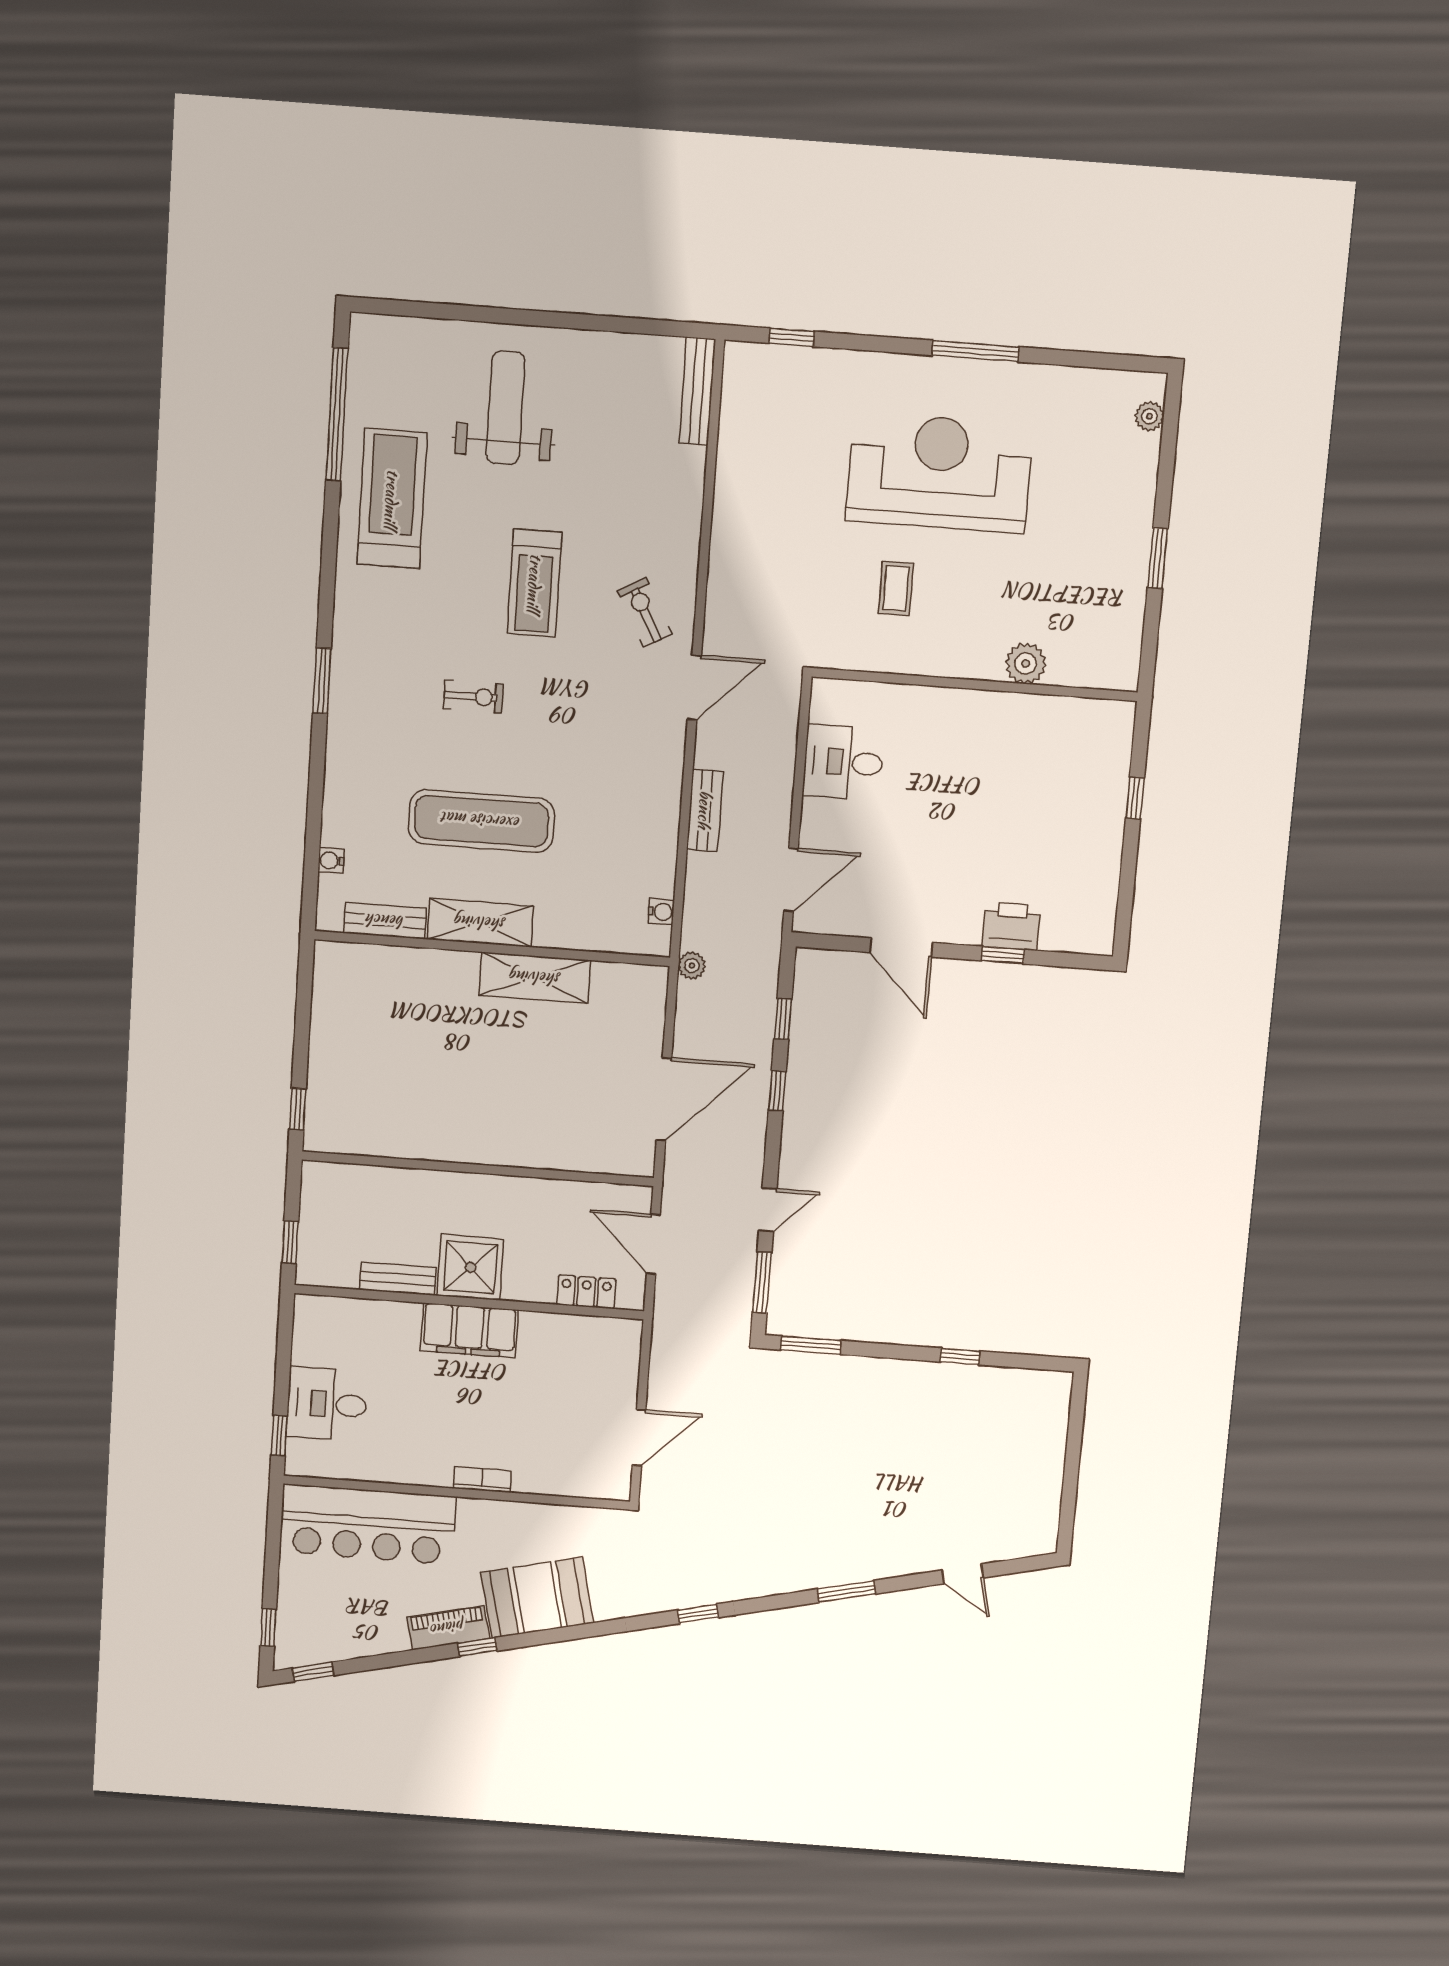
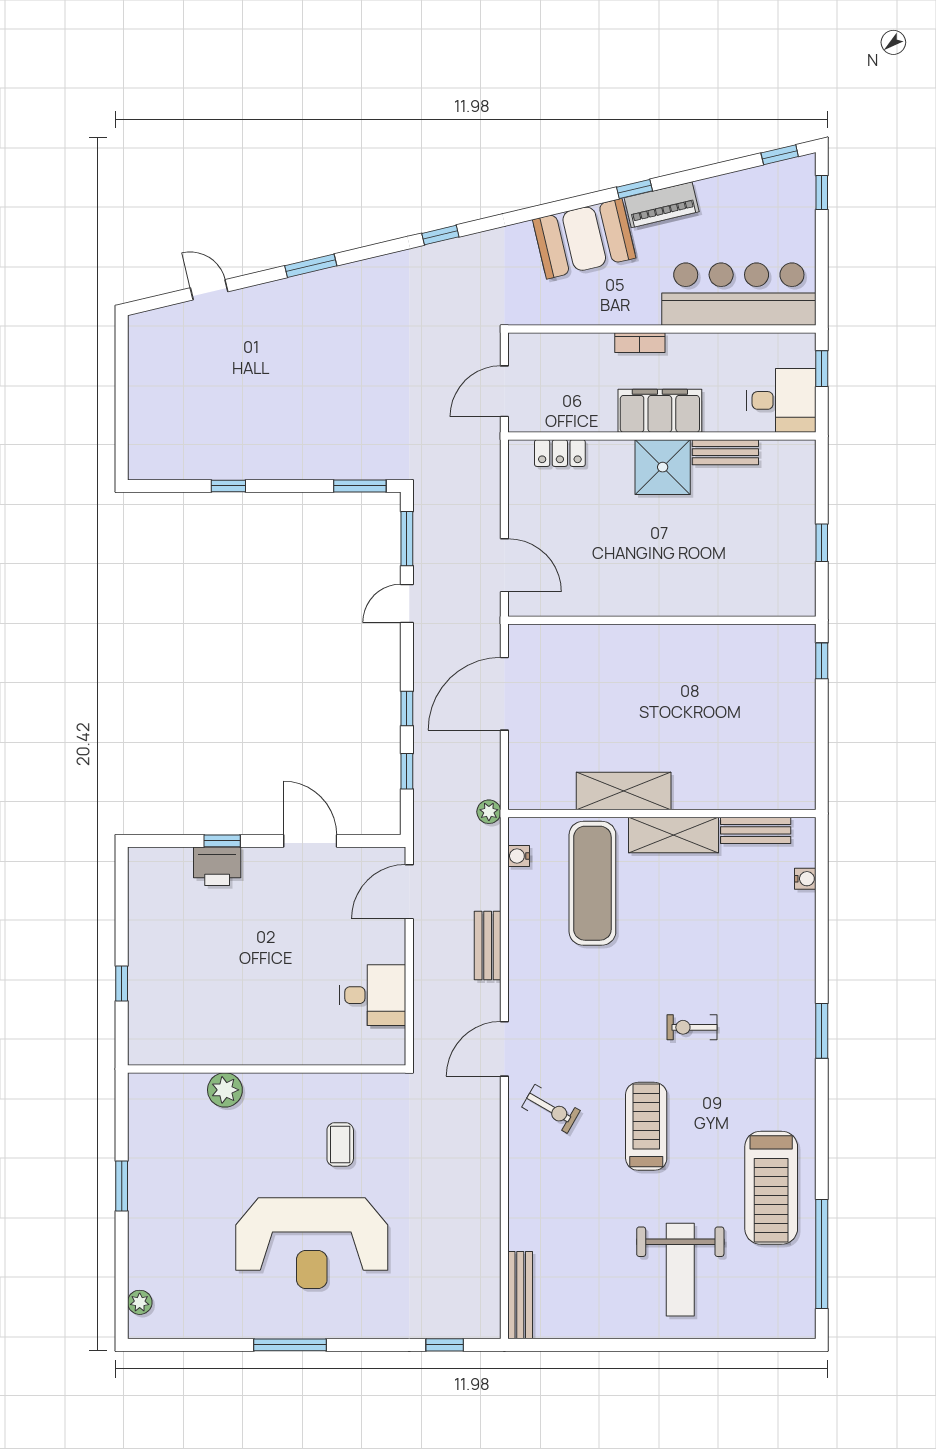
exercise bike: (645, 612) -> (551, 1109), turned -31
exercise mat: (481, 821) -> (592, 883), moved, turned 90
shower: (470, 1267) -> (663, 467), moved
bench: (398, 1279) -> (725, 452), moved
locker: (586, 1292) -> (560, 453), moved
wall: (469, 1302) -> (662, 436), moved
filing cabinet: (470, 1330) -> (660, 411), moved

